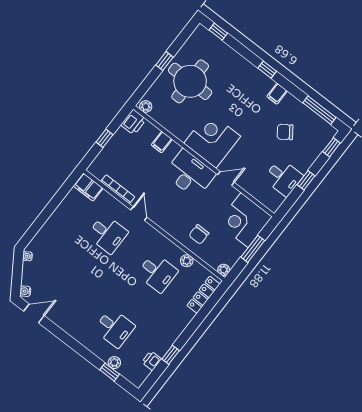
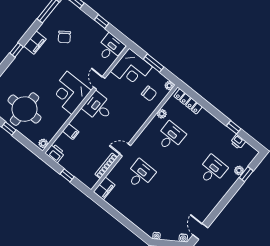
filing cabinet: (277, 94) -> (35, 43), width x2.00
desk: (190, 174) -> (98, 107), width x0.73
desk: (283, 177) -> (110, 48), moved
chair: (199, 234) -> (149, 93), moved

